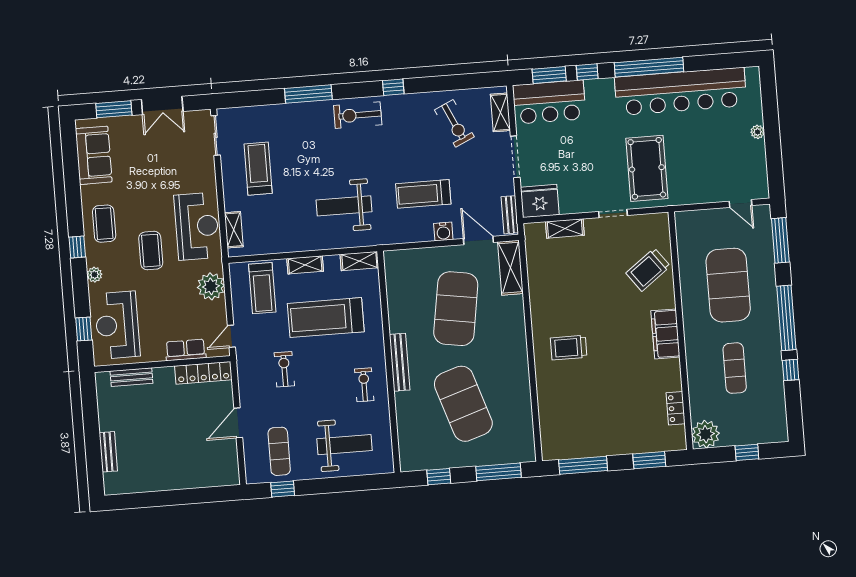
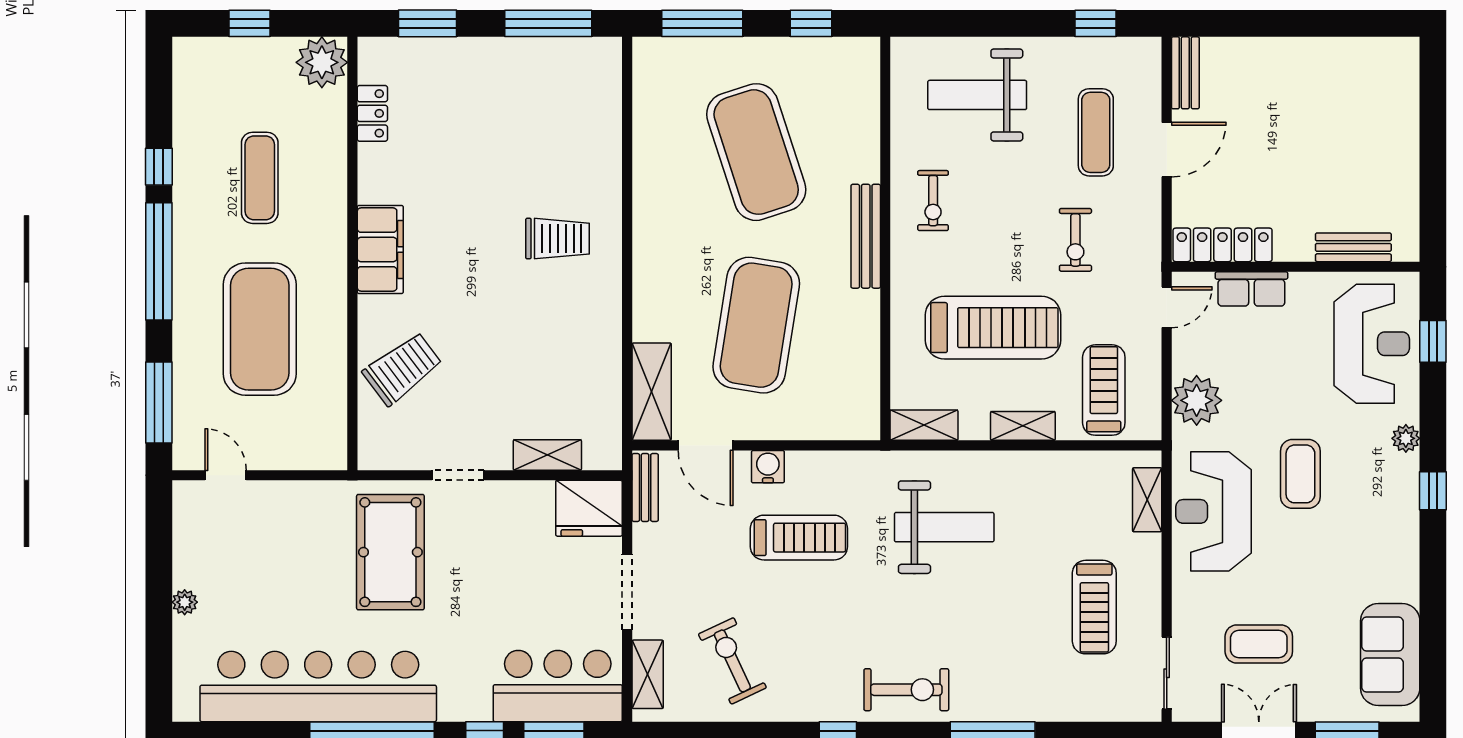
coffee table: (104, 224) -> (1259, 644), moved, turned 90
exercise mat: (279, 451) -> (1096, 132), moved
bench: (108, 452) -> (1185, 73), moved

